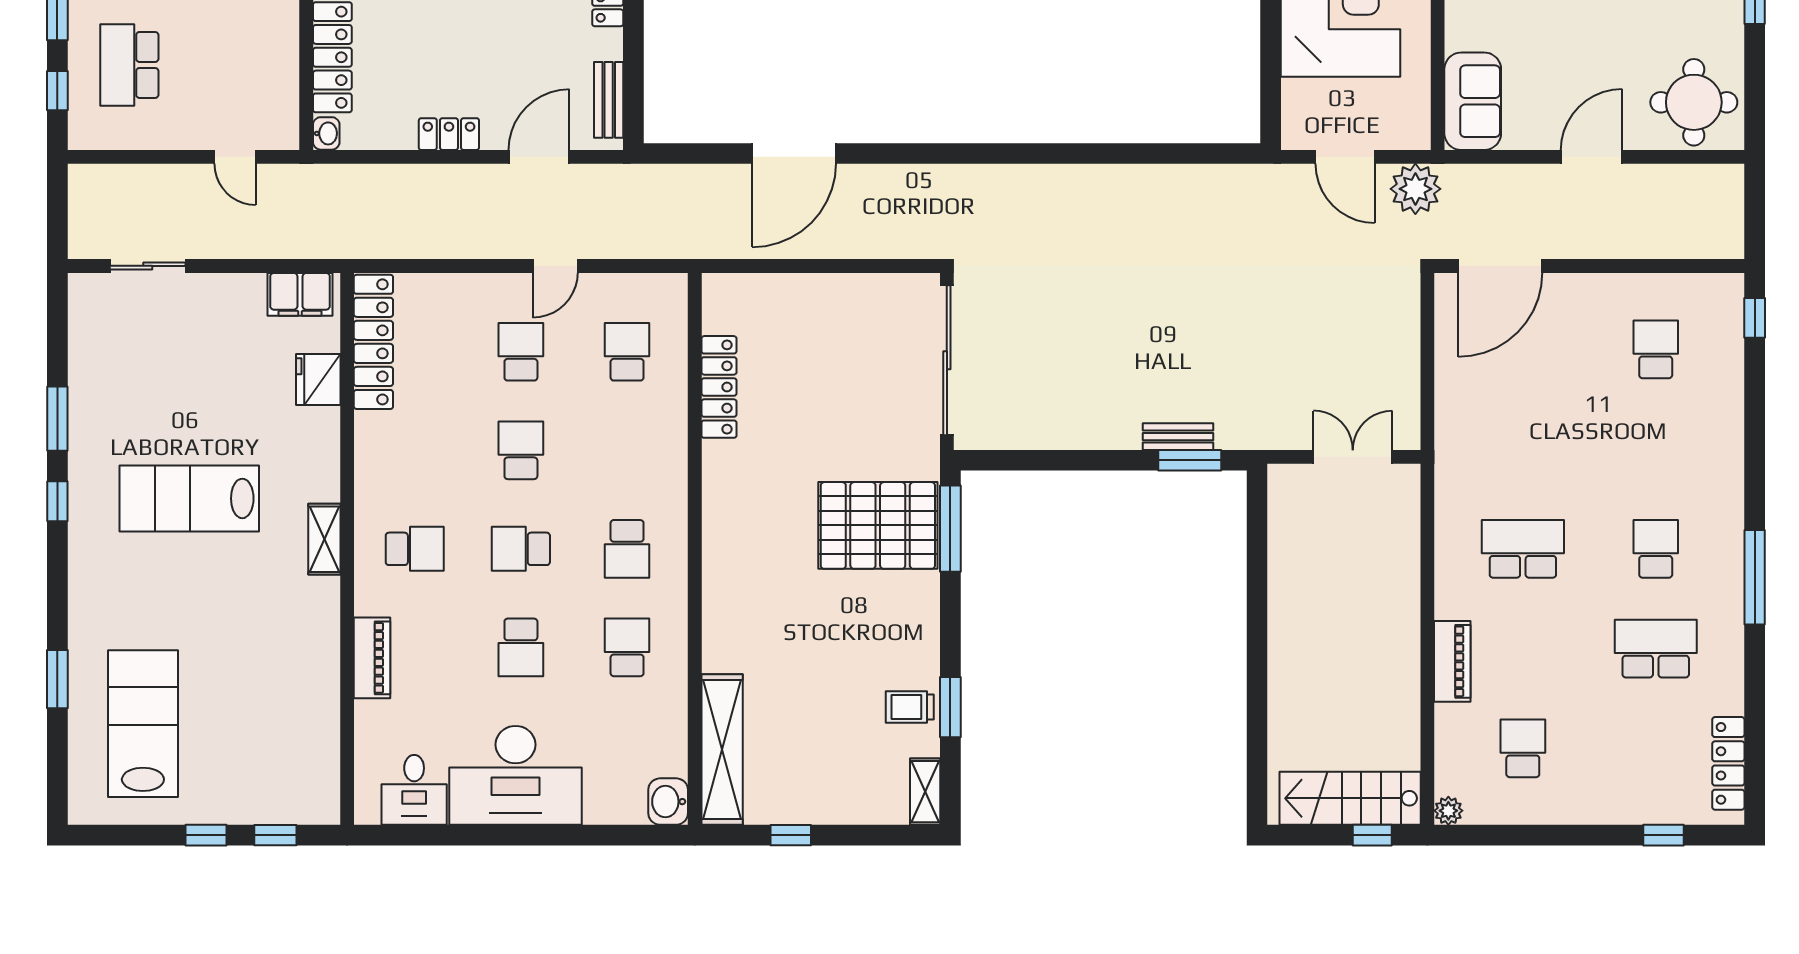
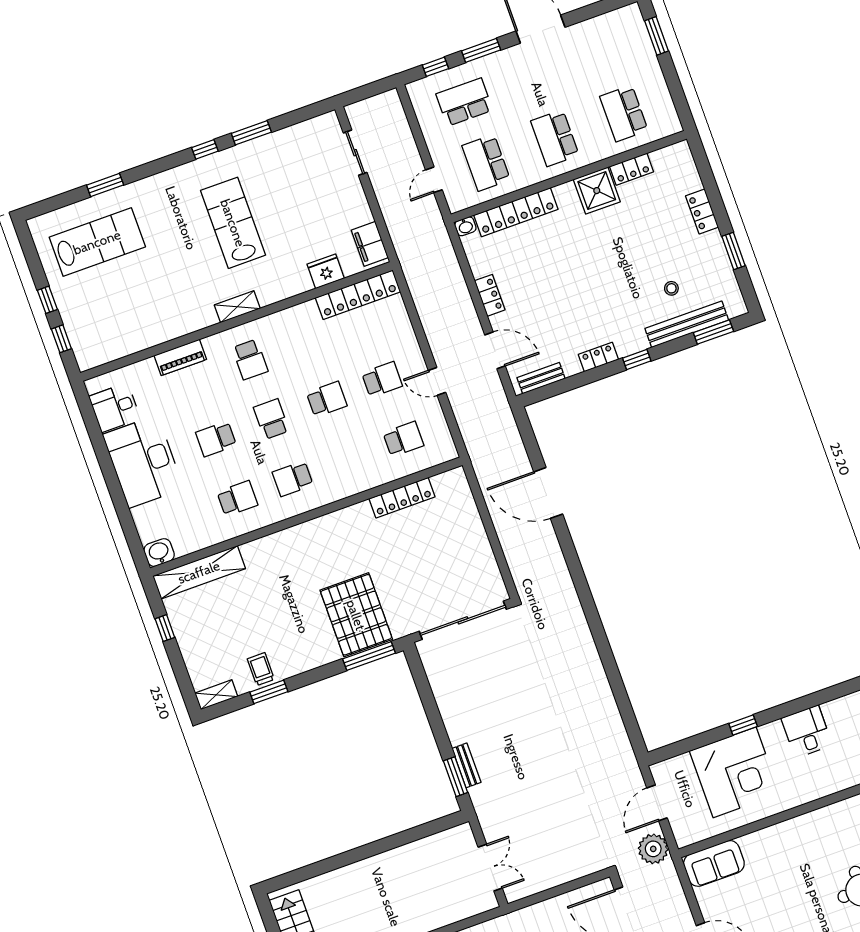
school desk: (238, 65) -> (486, 163), added

